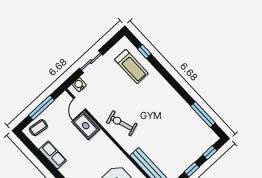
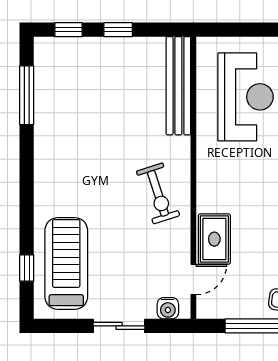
treadmill: (131, 66) -> (66, 264), width x1.37, depth x1.38

